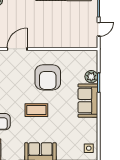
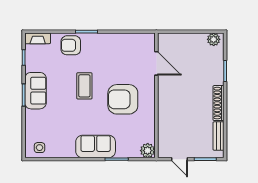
plant: (91, 77) -> (148, 151), moved

